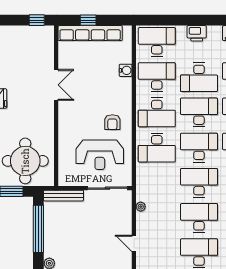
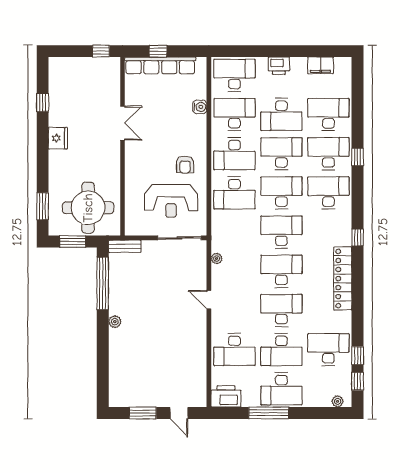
bench: (63, 196) -> (125, 246), width x0.73

